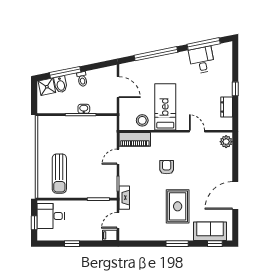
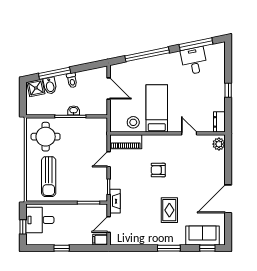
dresser: (227, 107) -> (219, 122), moved
round table: (56, 134) -> (46, 137), added
armchair: (167, 167) -> (158, 170), turned -90
rug: (178, 206) -> (169, 210), width x0.73, depth x0.70

